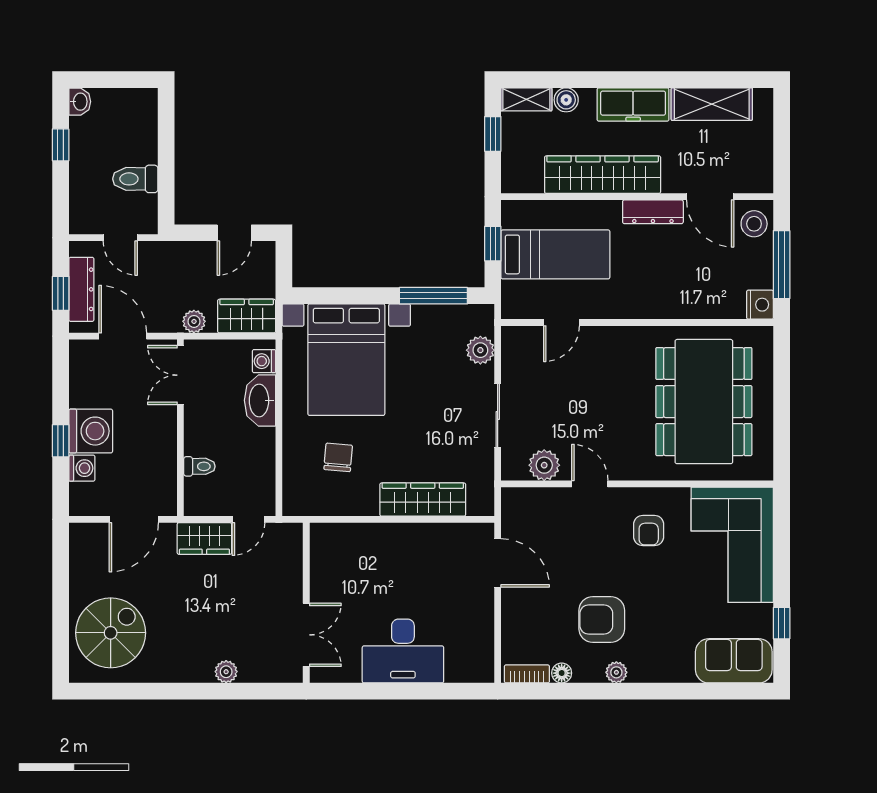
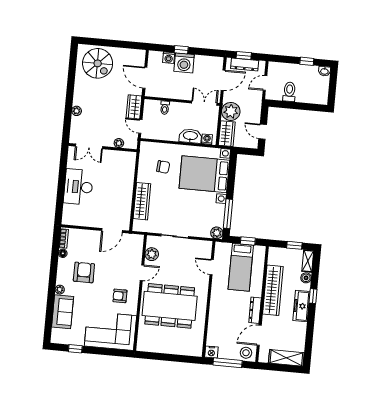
window: (607, 80) -> (313, 296), added
shelving: (712, 104) -> (286, 358), moved, turned 90
plant: (194, 321) -> (231, 111), width x1.88, depth x1.88
plant: (480, 350) -> (217, 233), moved
dining table: (704, 402) -> (170, 306), moved
plant: (292, 566) -> (119, 143), added
sofa: (734, 661) -> (63, 312), moved
plant: (616, 672) -> (60, 290), moved

